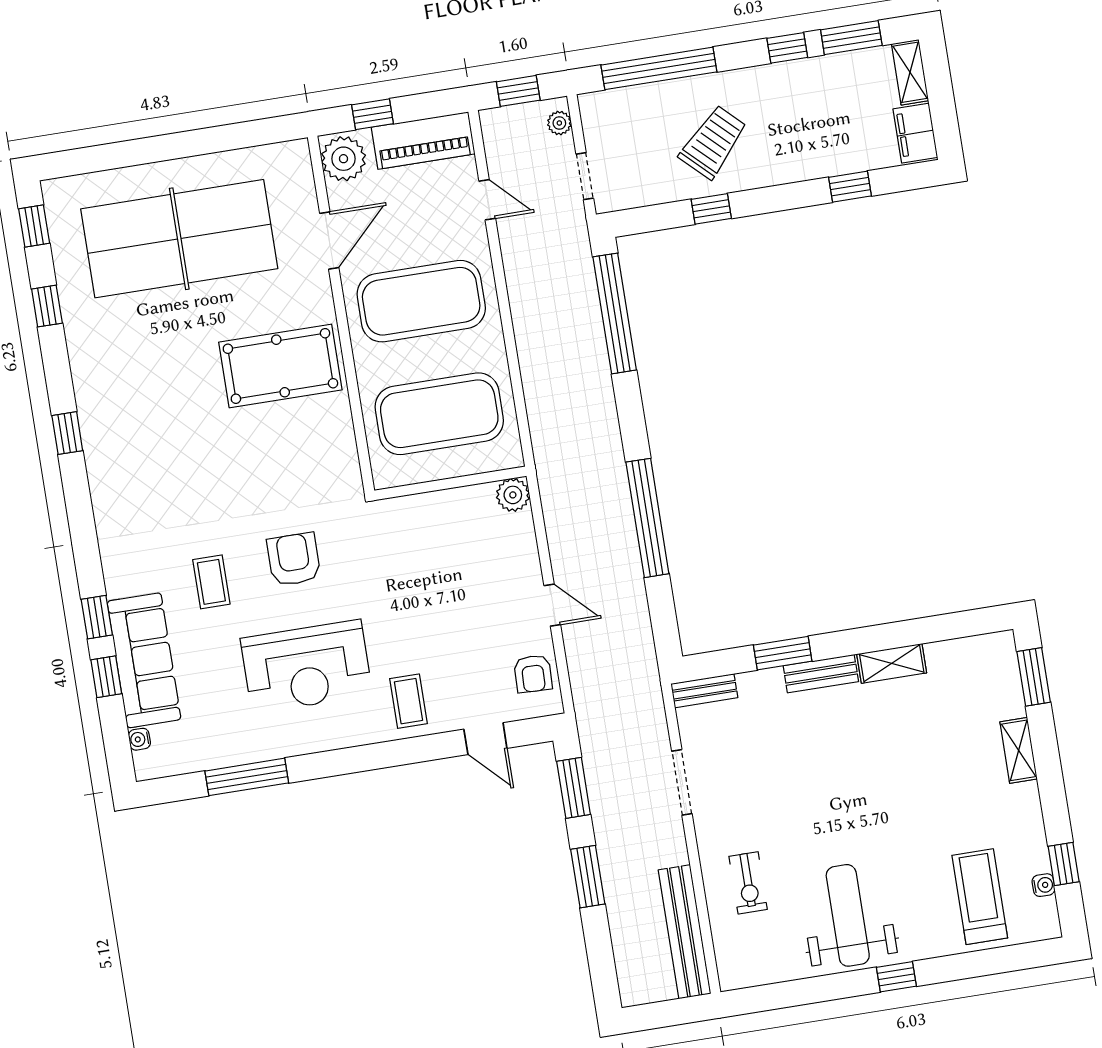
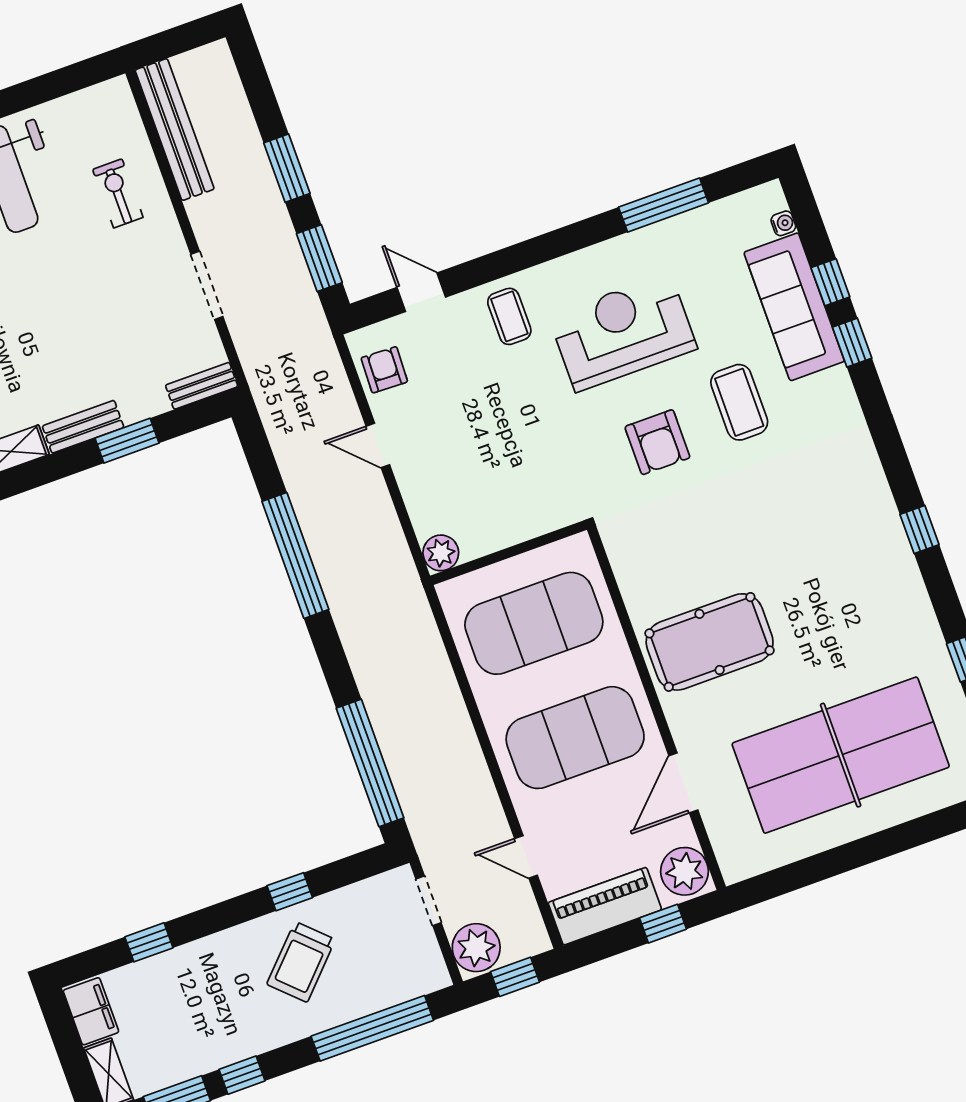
plant: (559, 123) -> (476, 948), width x1.88, depth x1.88
coffee table: (211, 582) -> (739, 402), width x1.36, depth x1.30

